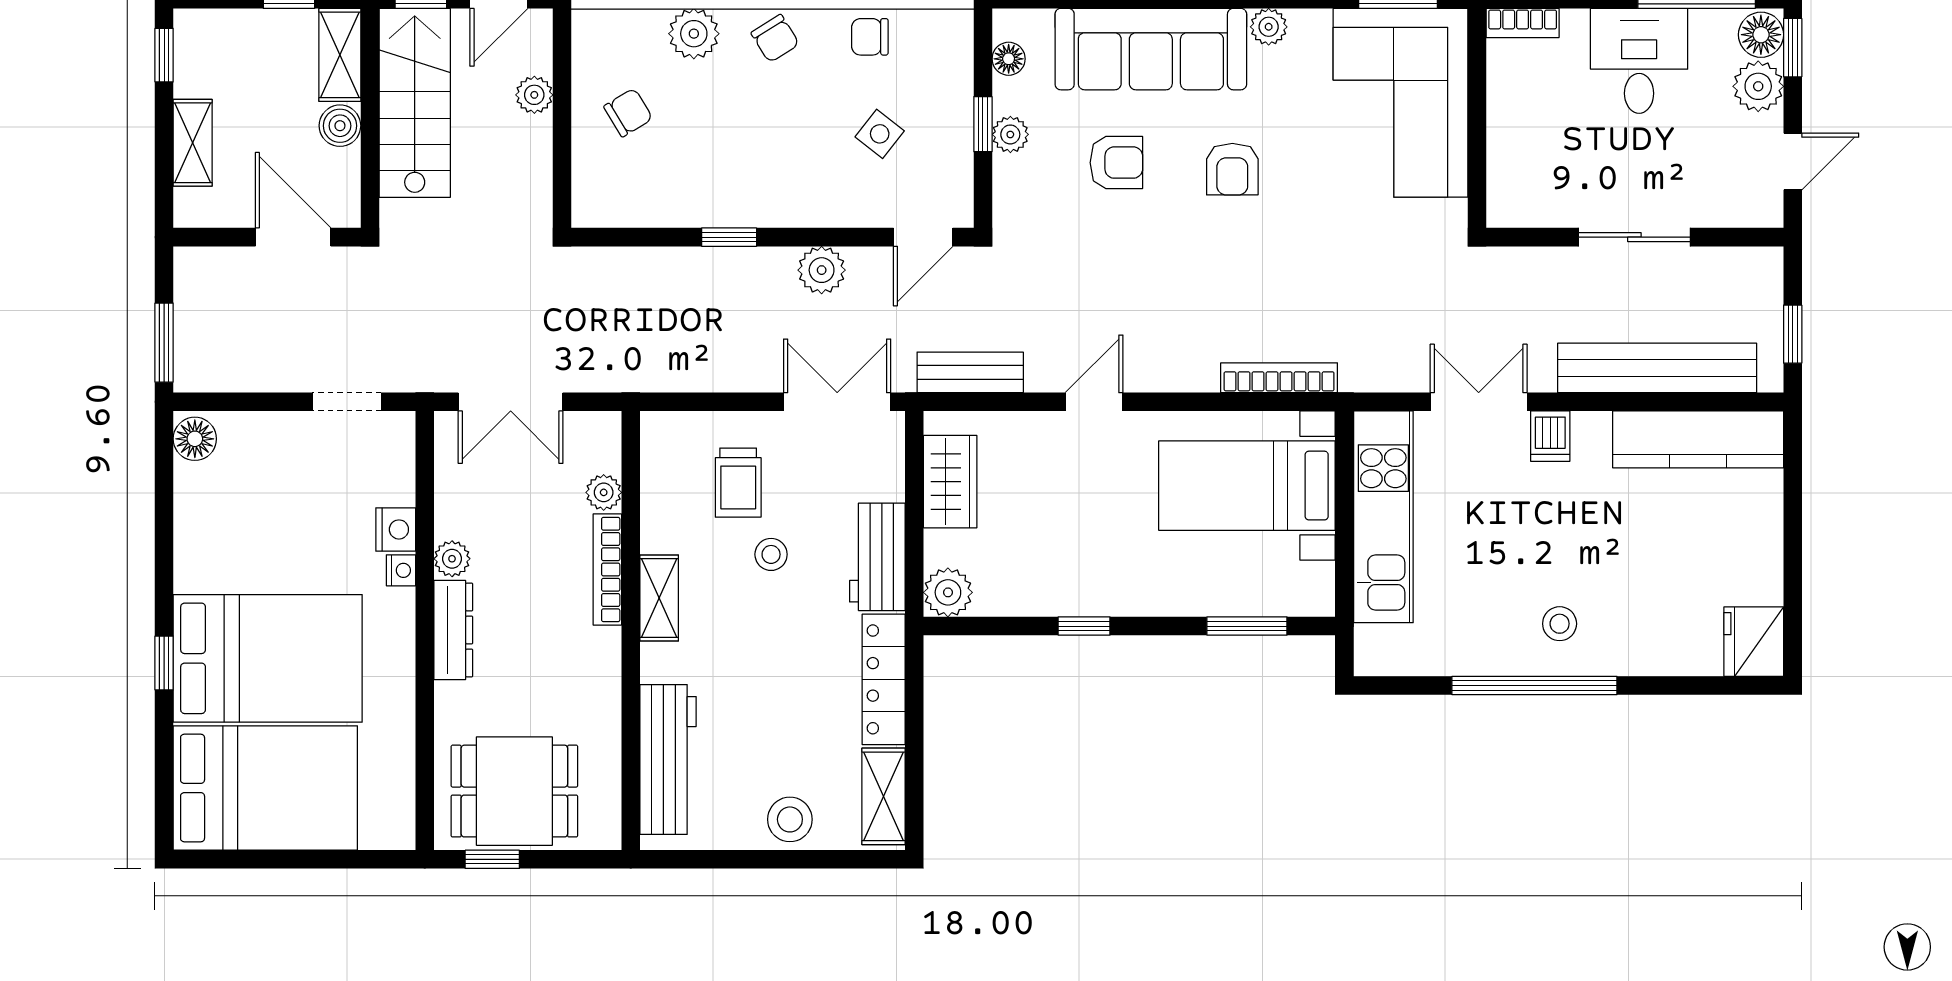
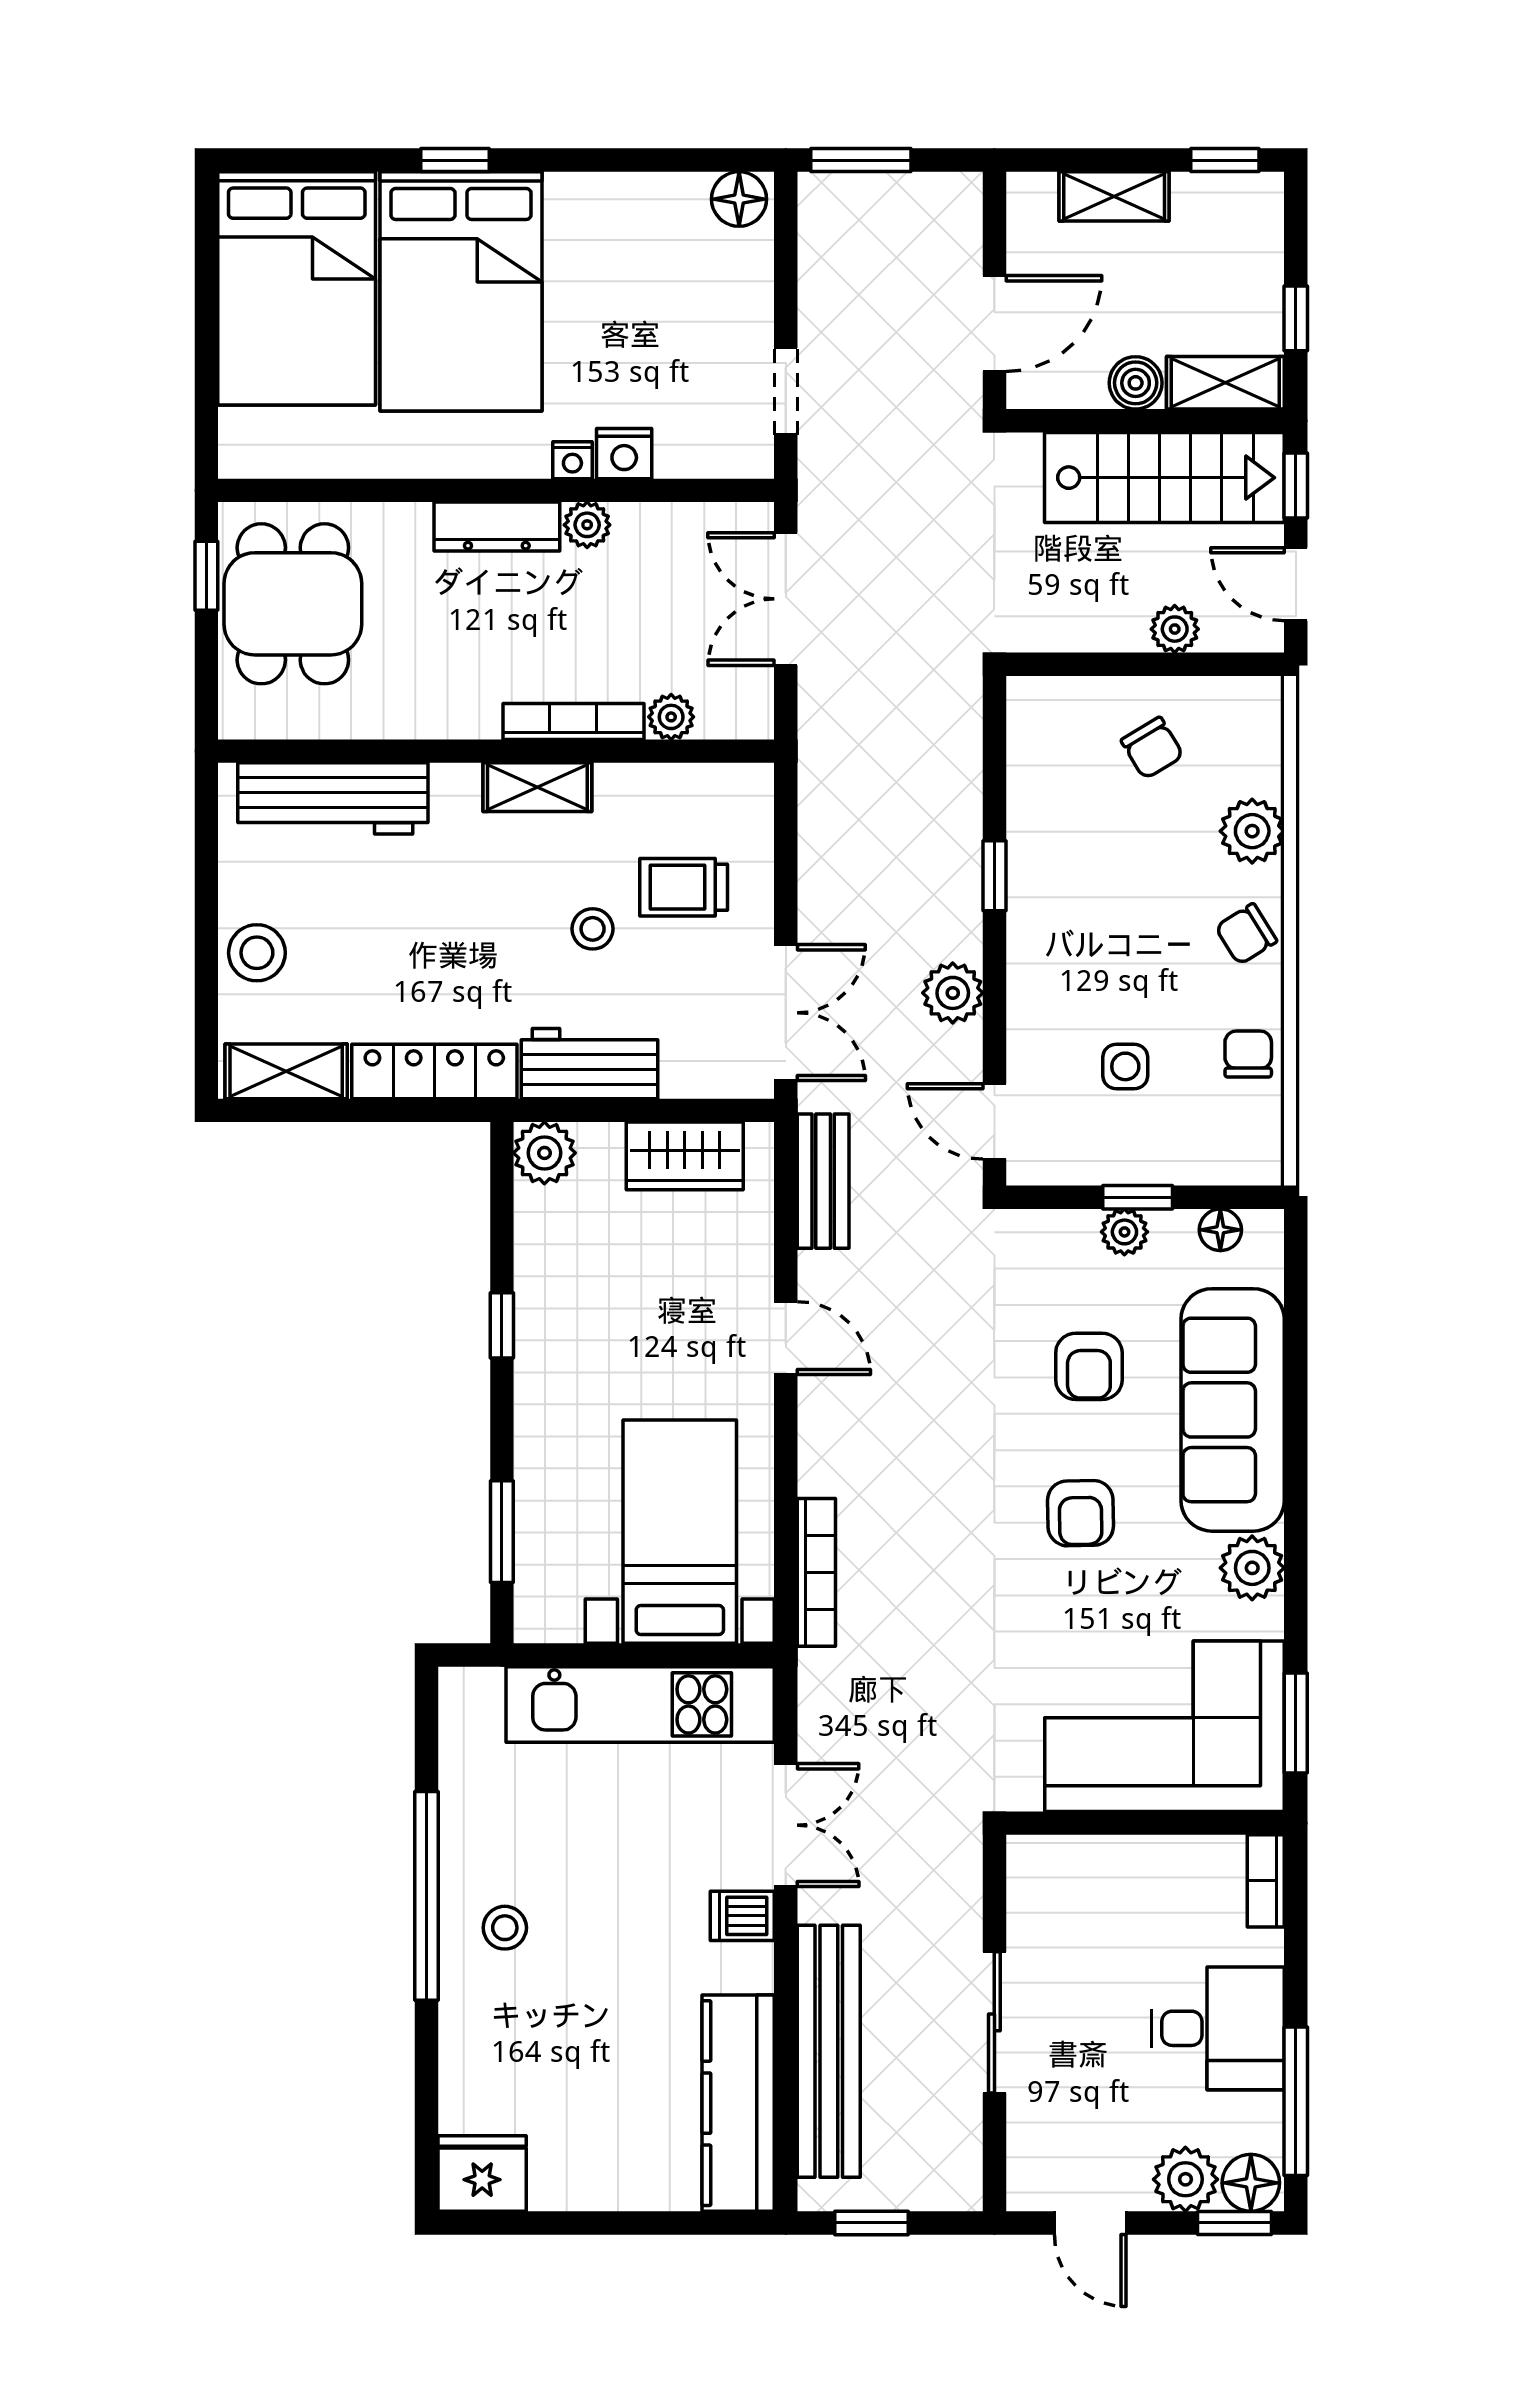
plant: (1269, 27) -> (1252, 1568), width x1.38, depth x1.38
side table: (880, 134) -> (1125, 1066), turned -38
armchair: (1232, 169) -> (1080, 1513), turned -91

